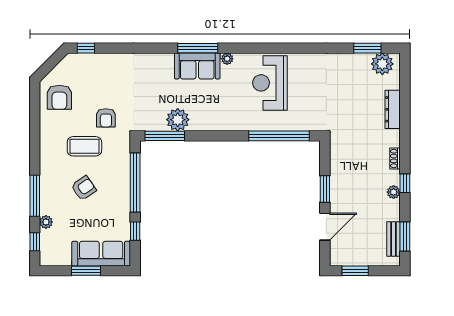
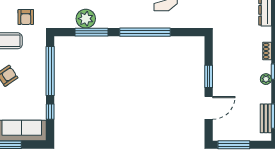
window: (165, 136) -> (91, 32), moved
window: (279, 136) -> (145, 32), moved
window: (355, 271) -> (234, 145), width x1.44

